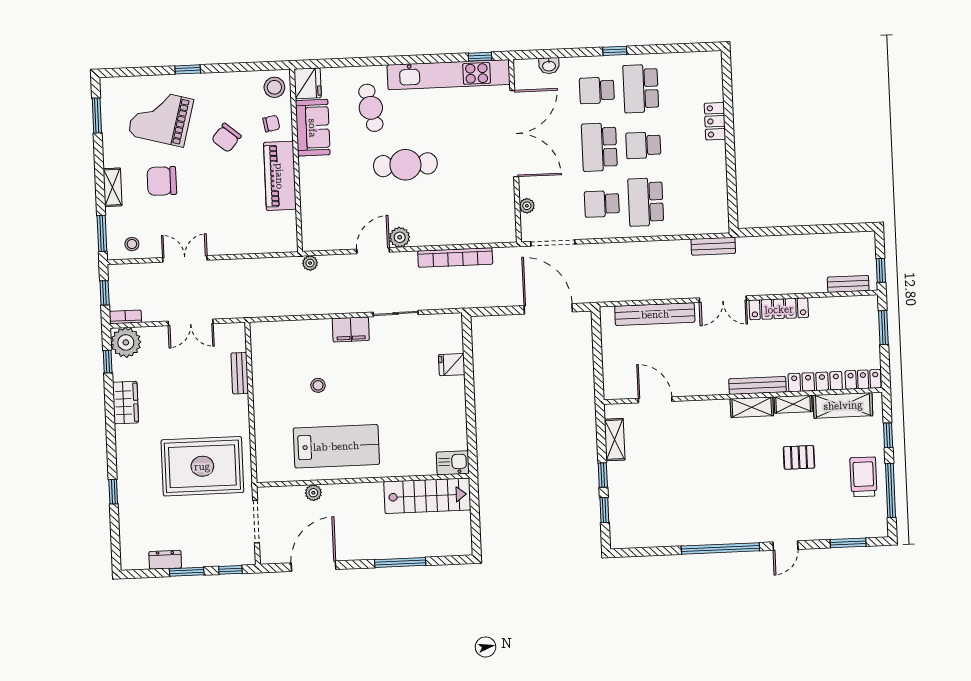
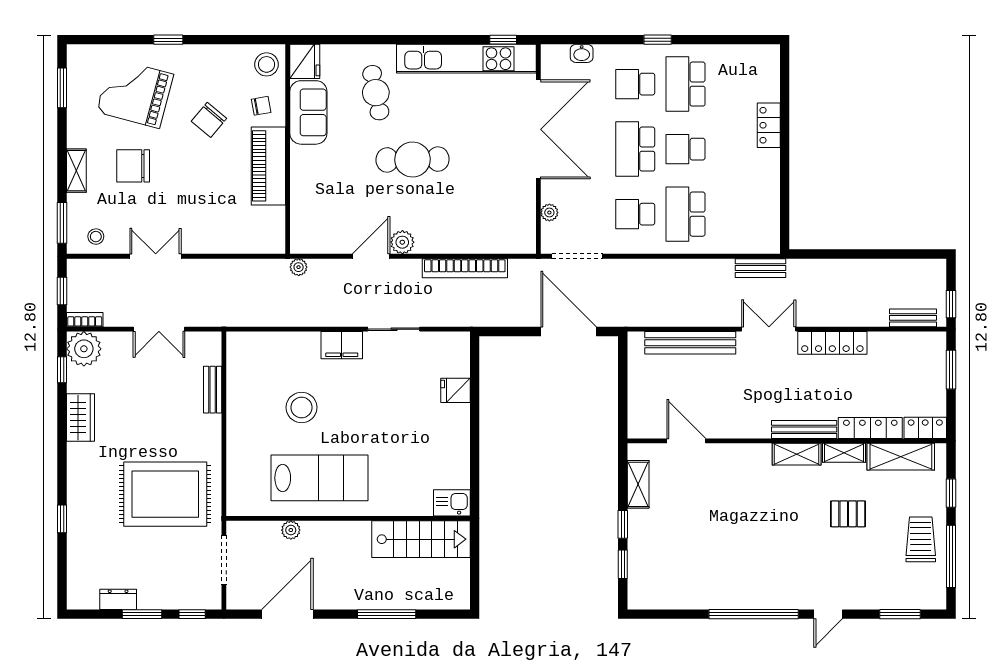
double door: (723, 299) -> (769, 329), swing flipped
stool: (318, 385) -> (302, 407), width x1.89, depth x1.89

